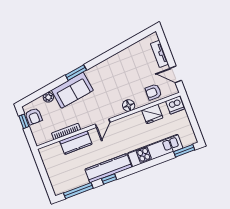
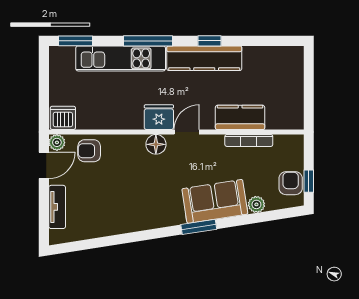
door: (176, 74) -> (44, 165), hinge flipped
plant: (173, 90) -> (57, 142), added
armchair: (153, 92) -> (89, 151), turned 180
floor lamp: (129, 106) -> (156, 144), moved
fridge: (152, 114) -> (159, 117), moved
window: (78, 191) -> (148, 41), moved

